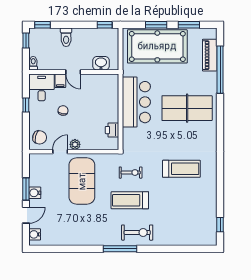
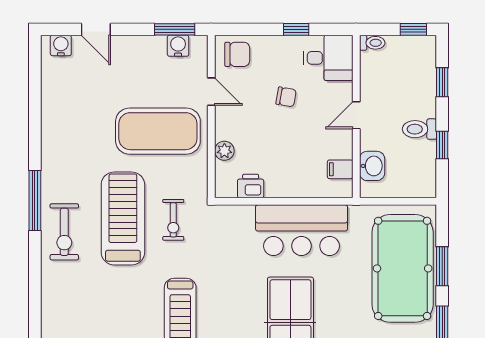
window: (42, 25) -> (442, 82), moved
window: (105, 25) -> (442, 145), moved
toilet: (66, 37) -> (419, 129), moved
filing cabinet: (60, 81) -> (340, 169), moved
chair: (40, 137) -> (237, 54), turned -104
plant: (75, 144) -> (224, 151), moved
window: (26, 189) -> (175, 29), moved
water cooler: (35, 193) -> (178, 46), moved
treadmill: (130, 200) -> (123, 218), width x1.37, depth x1.38

